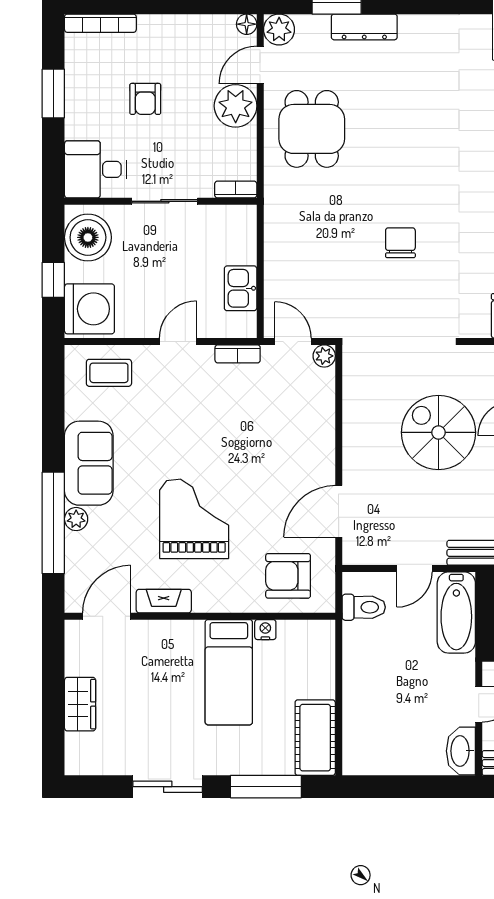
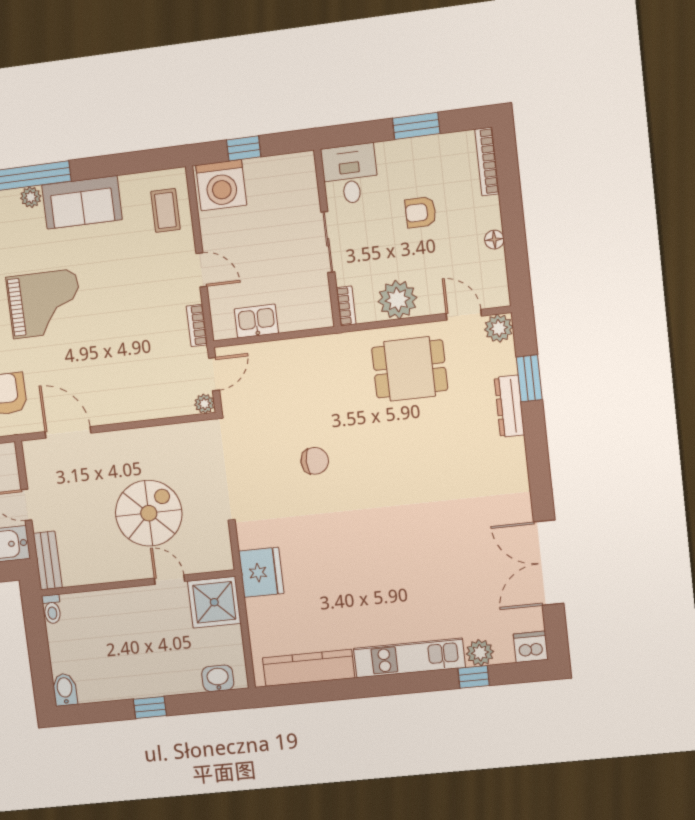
floor lamp: (247, 24) -> (494, 240), moved
plant: (236, 106) -> (398, 300), moved
boiler: (88, 237) -> (286, 175), removed

